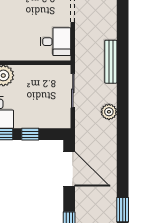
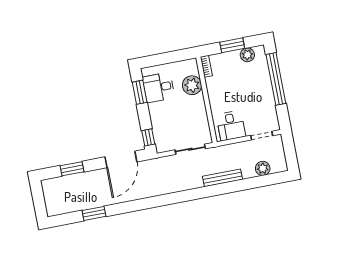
plant: (109, 112) -> (263, 168), moved
window: (30, 134) -> (148, 137), moved

